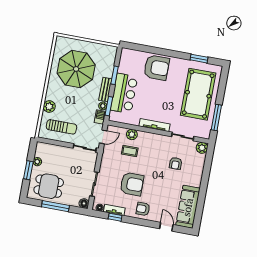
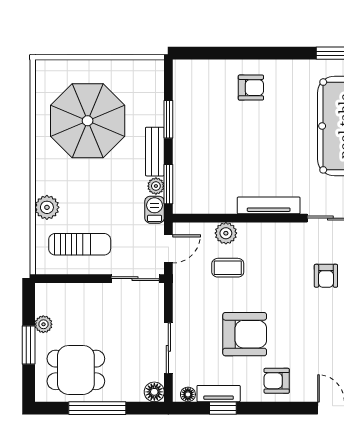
armchair: (156, 68) -> (251, 88), width x0.53, depth x0.53
bar counter: (124, 93) -> (194, 152), removed

